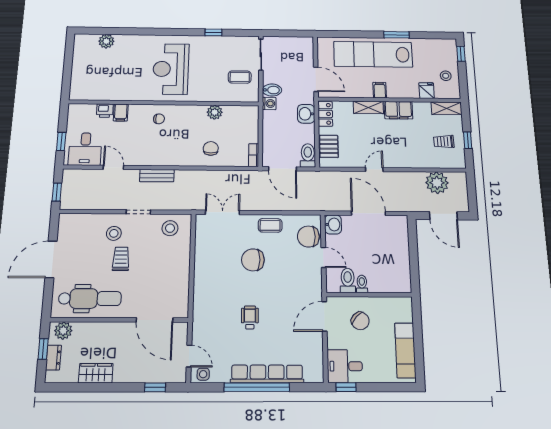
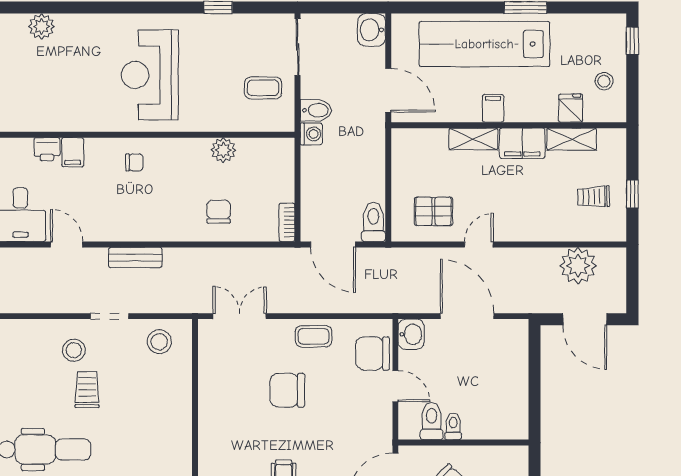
shelving: (447, 108) -> (572, 139), moved
washbasin: (306, 114) -> (371, 30), moved
locker: (325, 114) -> (403, 151), removed
pallet: (329, 146) -> (433, 211), moved, turned 90

